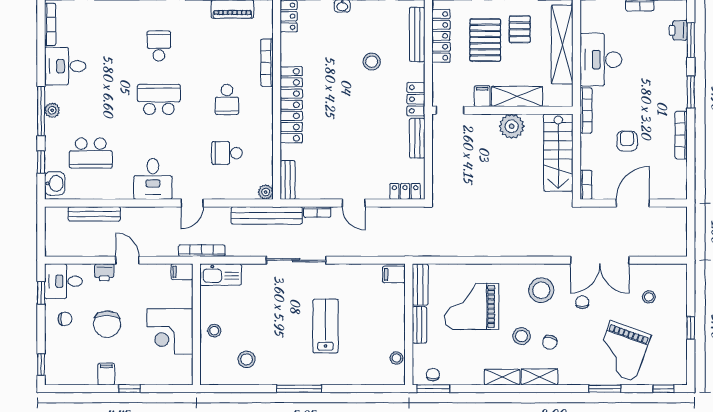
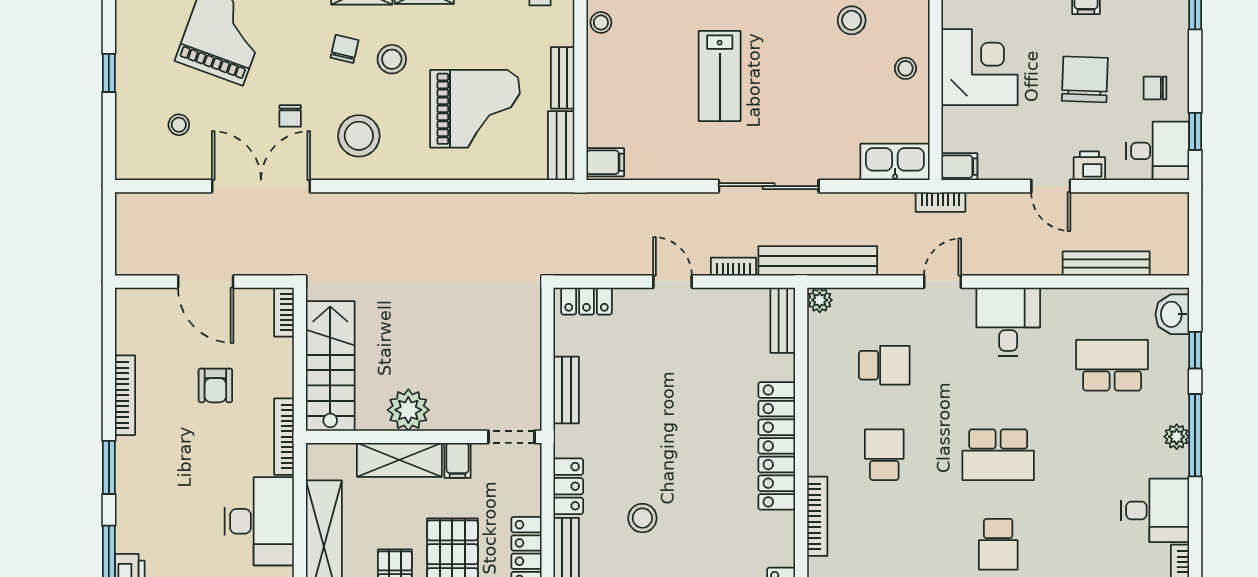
locker: (416, 99) -> (568, 486), moved
door: (633, 203) -> (206, 282), hinge flipped
bookcase: (202, 251) -> (940, 202), width x0.64

